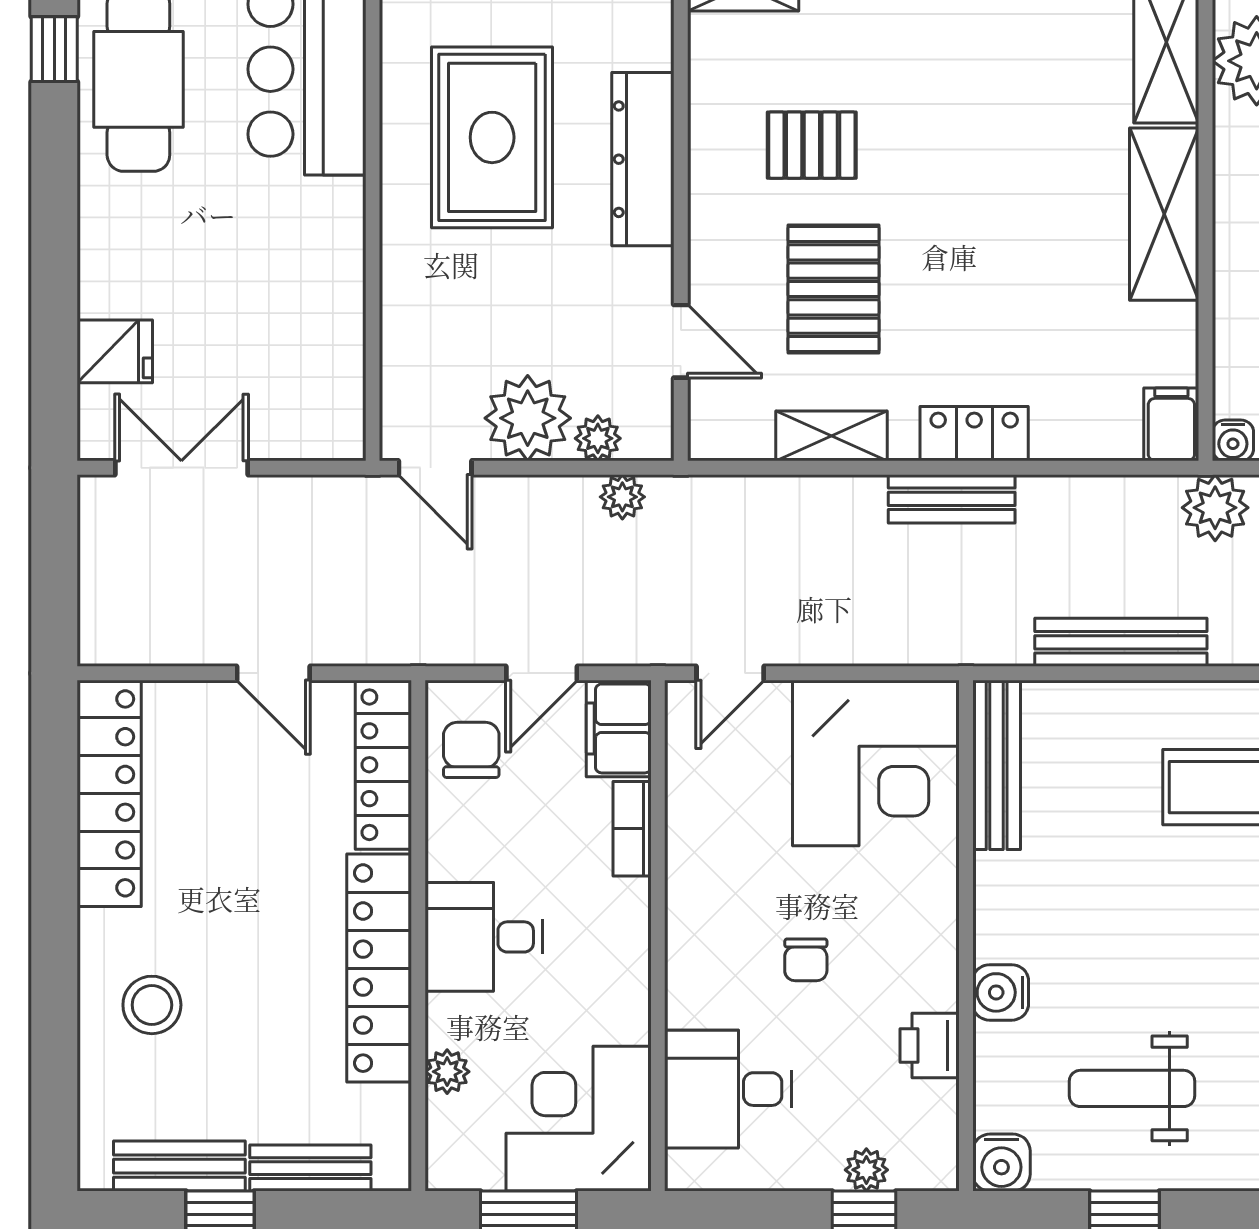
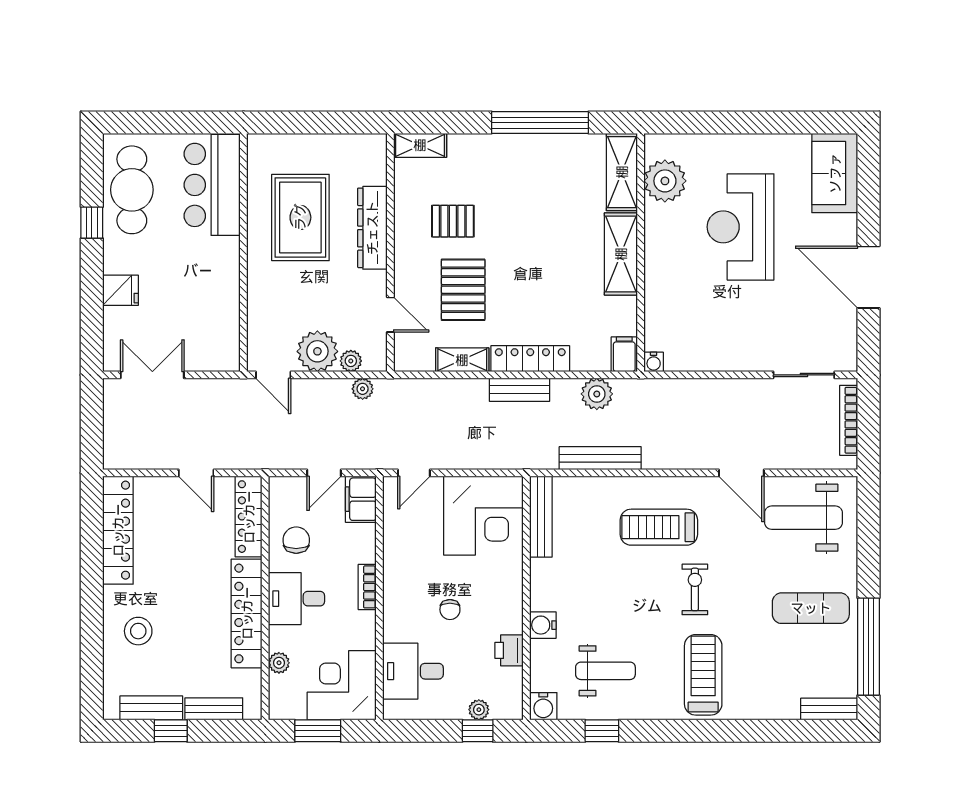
window: (54, 49) -> (92, 223), moved
fridge: (115, 351) -> (121, 290), moved
locker: (974, 434) -> (530, 359), width x1.53
plant: (1215, 508) -> (597, 394), moved
chair: (471, 750) -> (296, 540), moved
bookcase: (632, 829) -> (367, 587), moved
weight bench: (1132, 1088) -> (605, 671), turned 180

